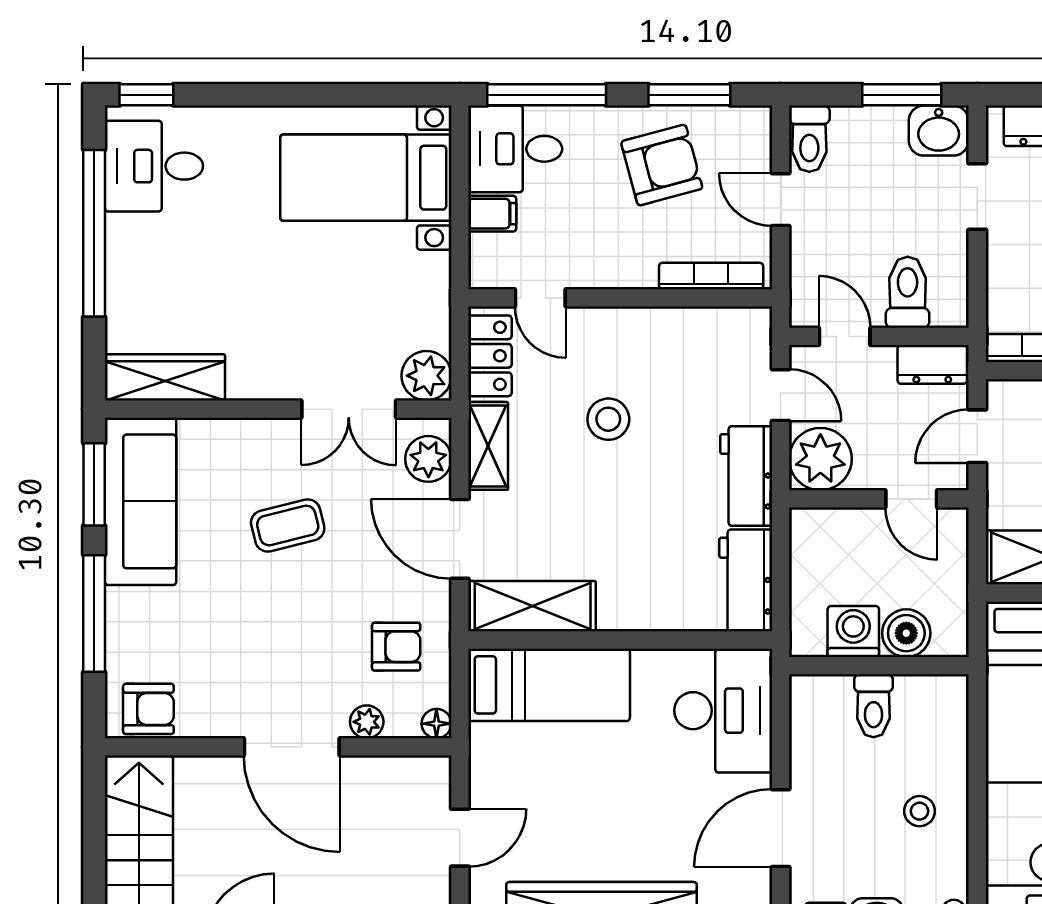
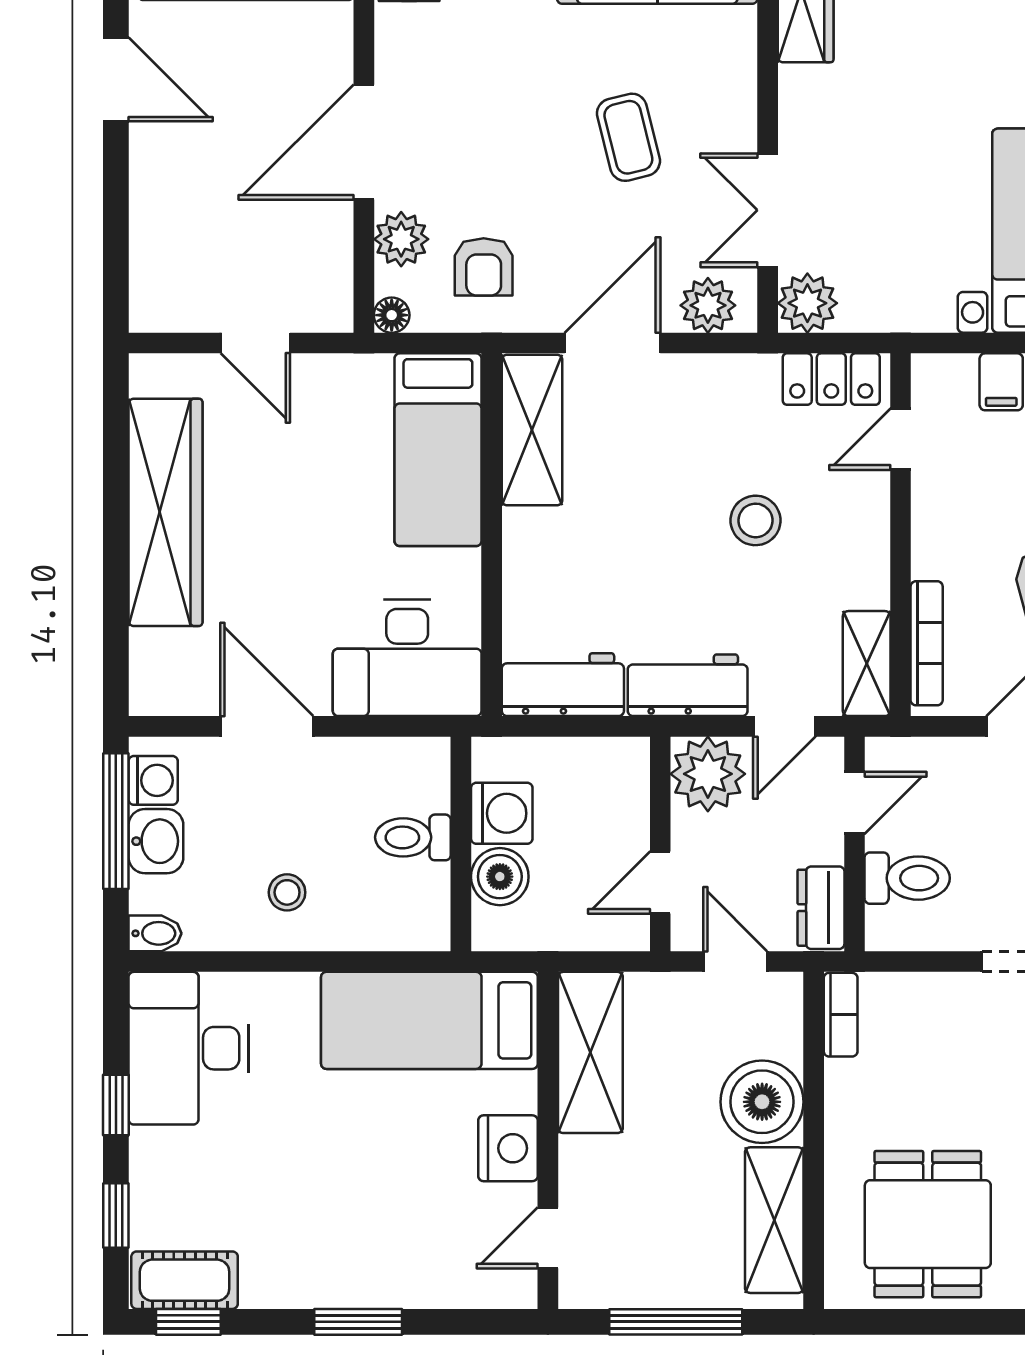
shelving: (488, 446) -> (867, 664), moved, turned 90
plant: (367, 722) -> (401, 239), width x1.38, depth x1.38

